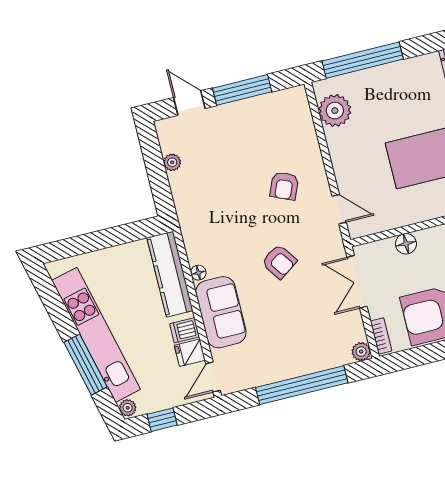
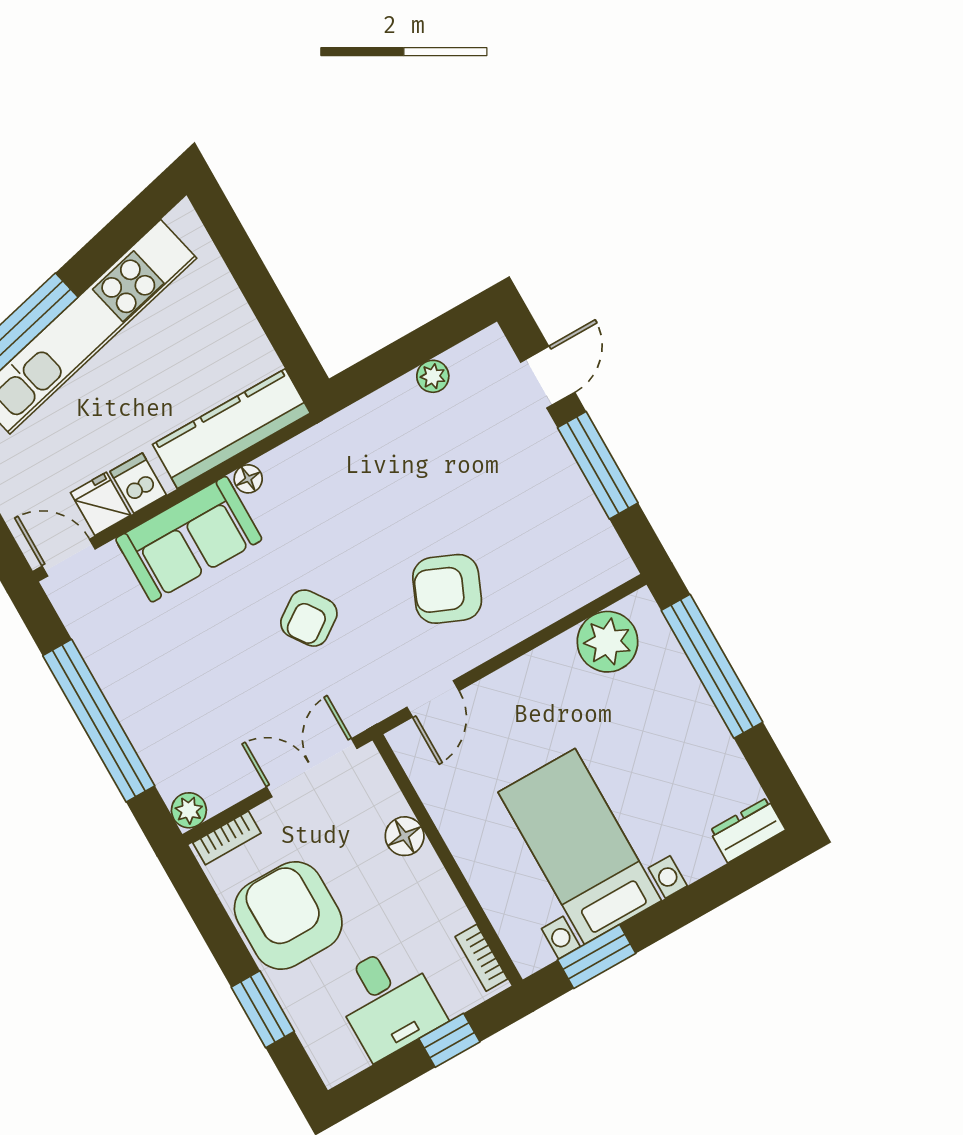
armchair: (284, 186) -> (447, 589), width x1.38, depth x1.38

